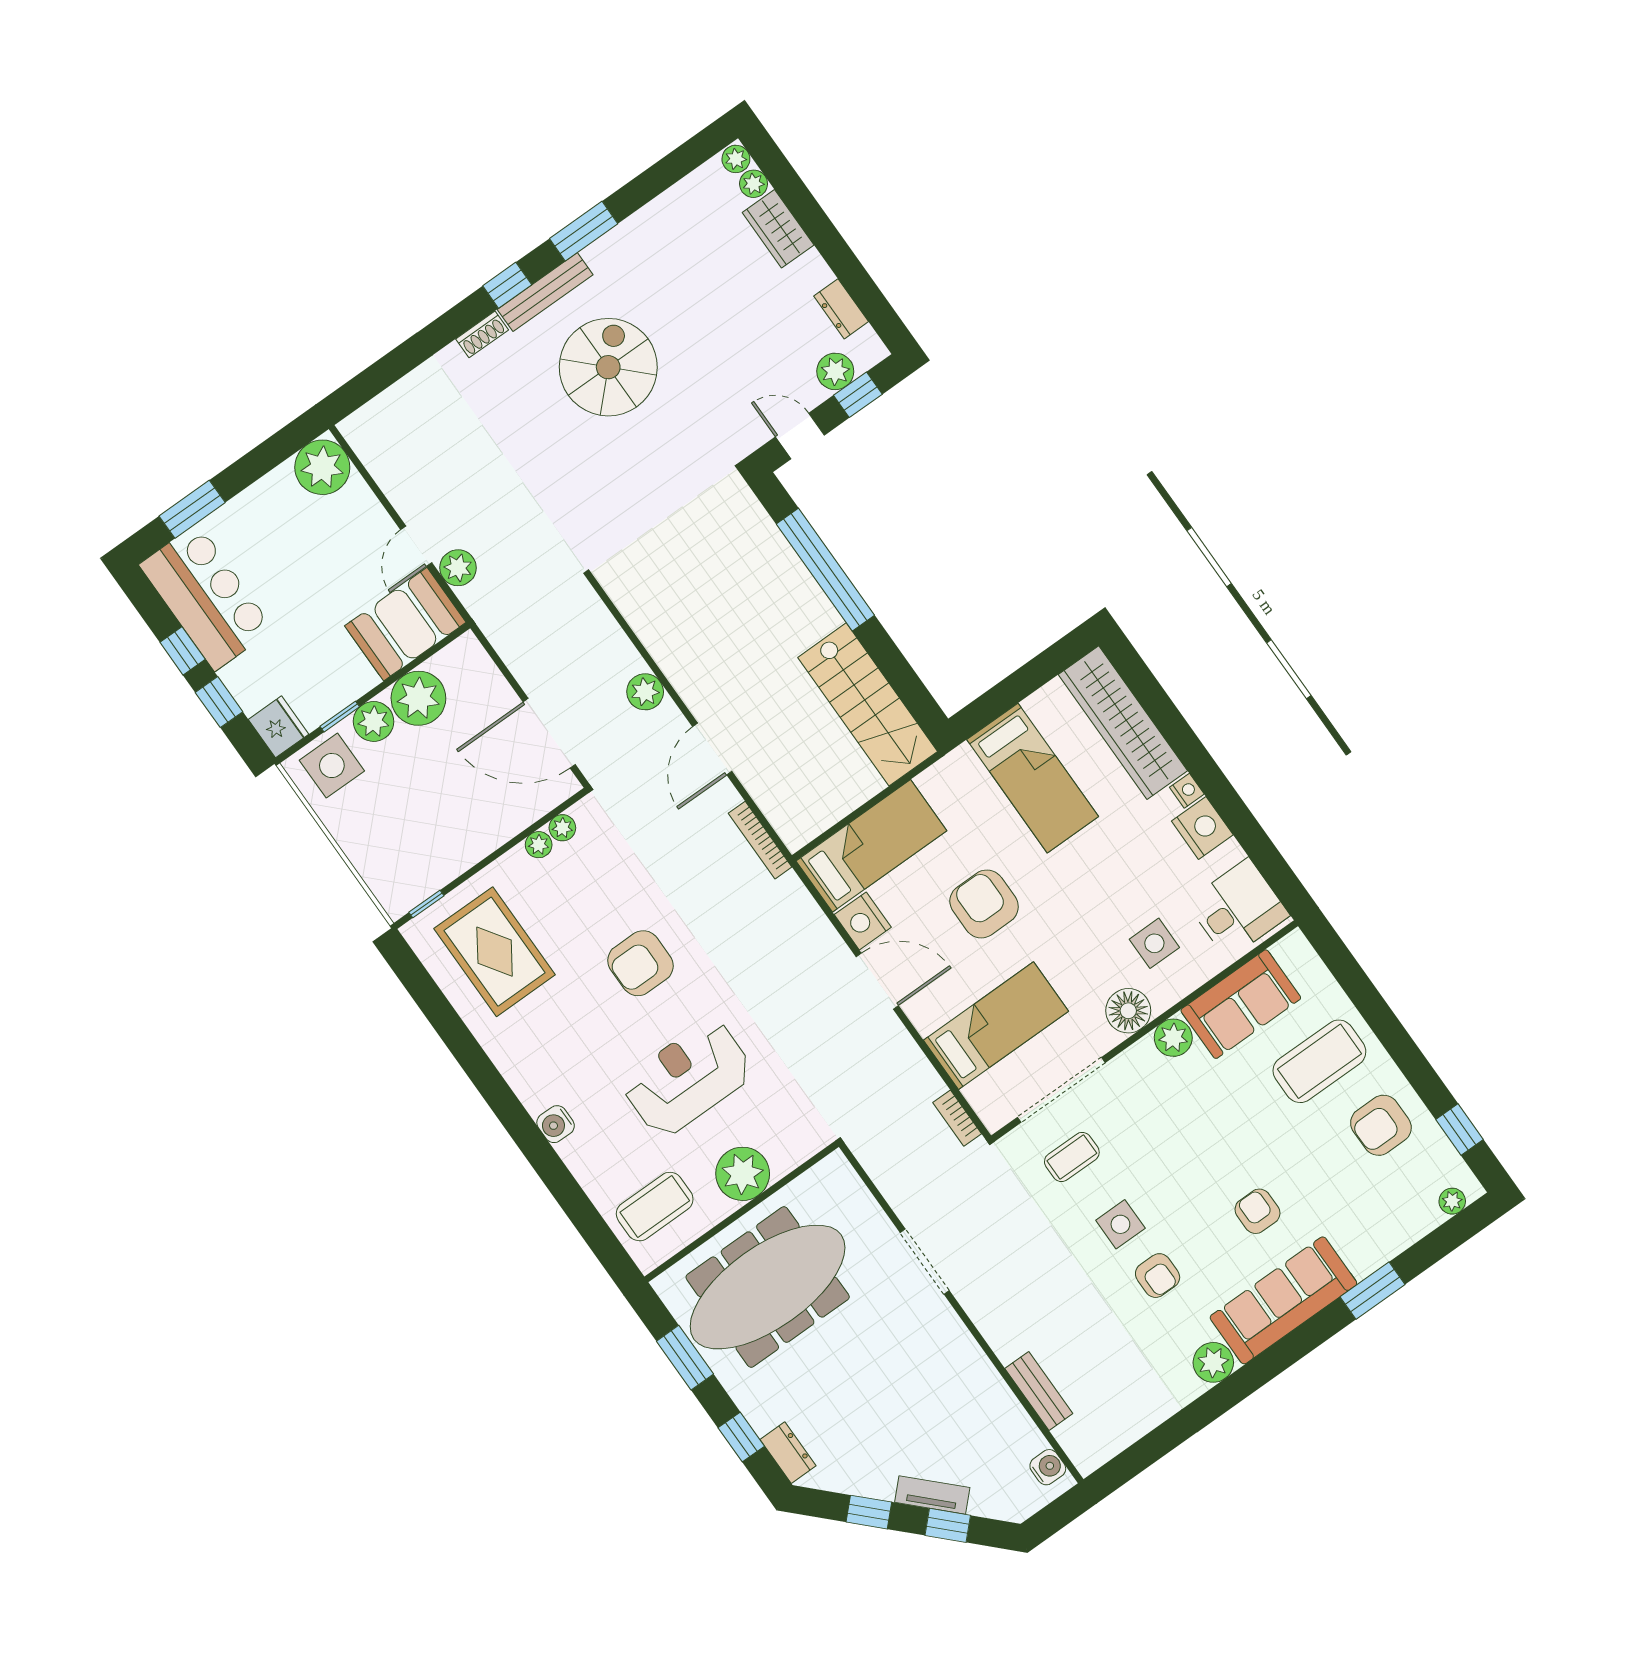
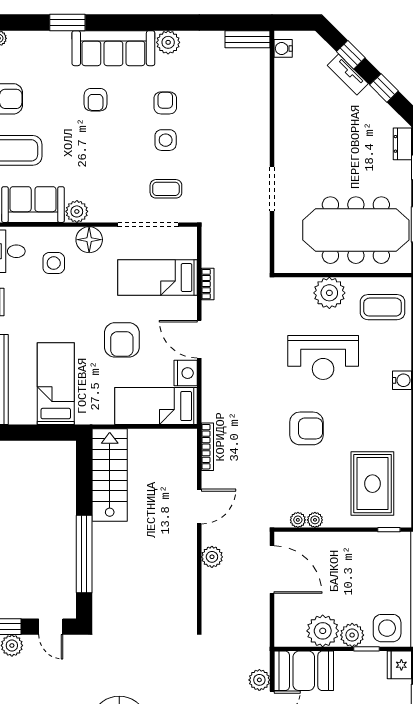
bookcase: (957, 1118) -> (208, 284), moved
bench: (1039, 1391) -> (247, 39), moved, turned 90

